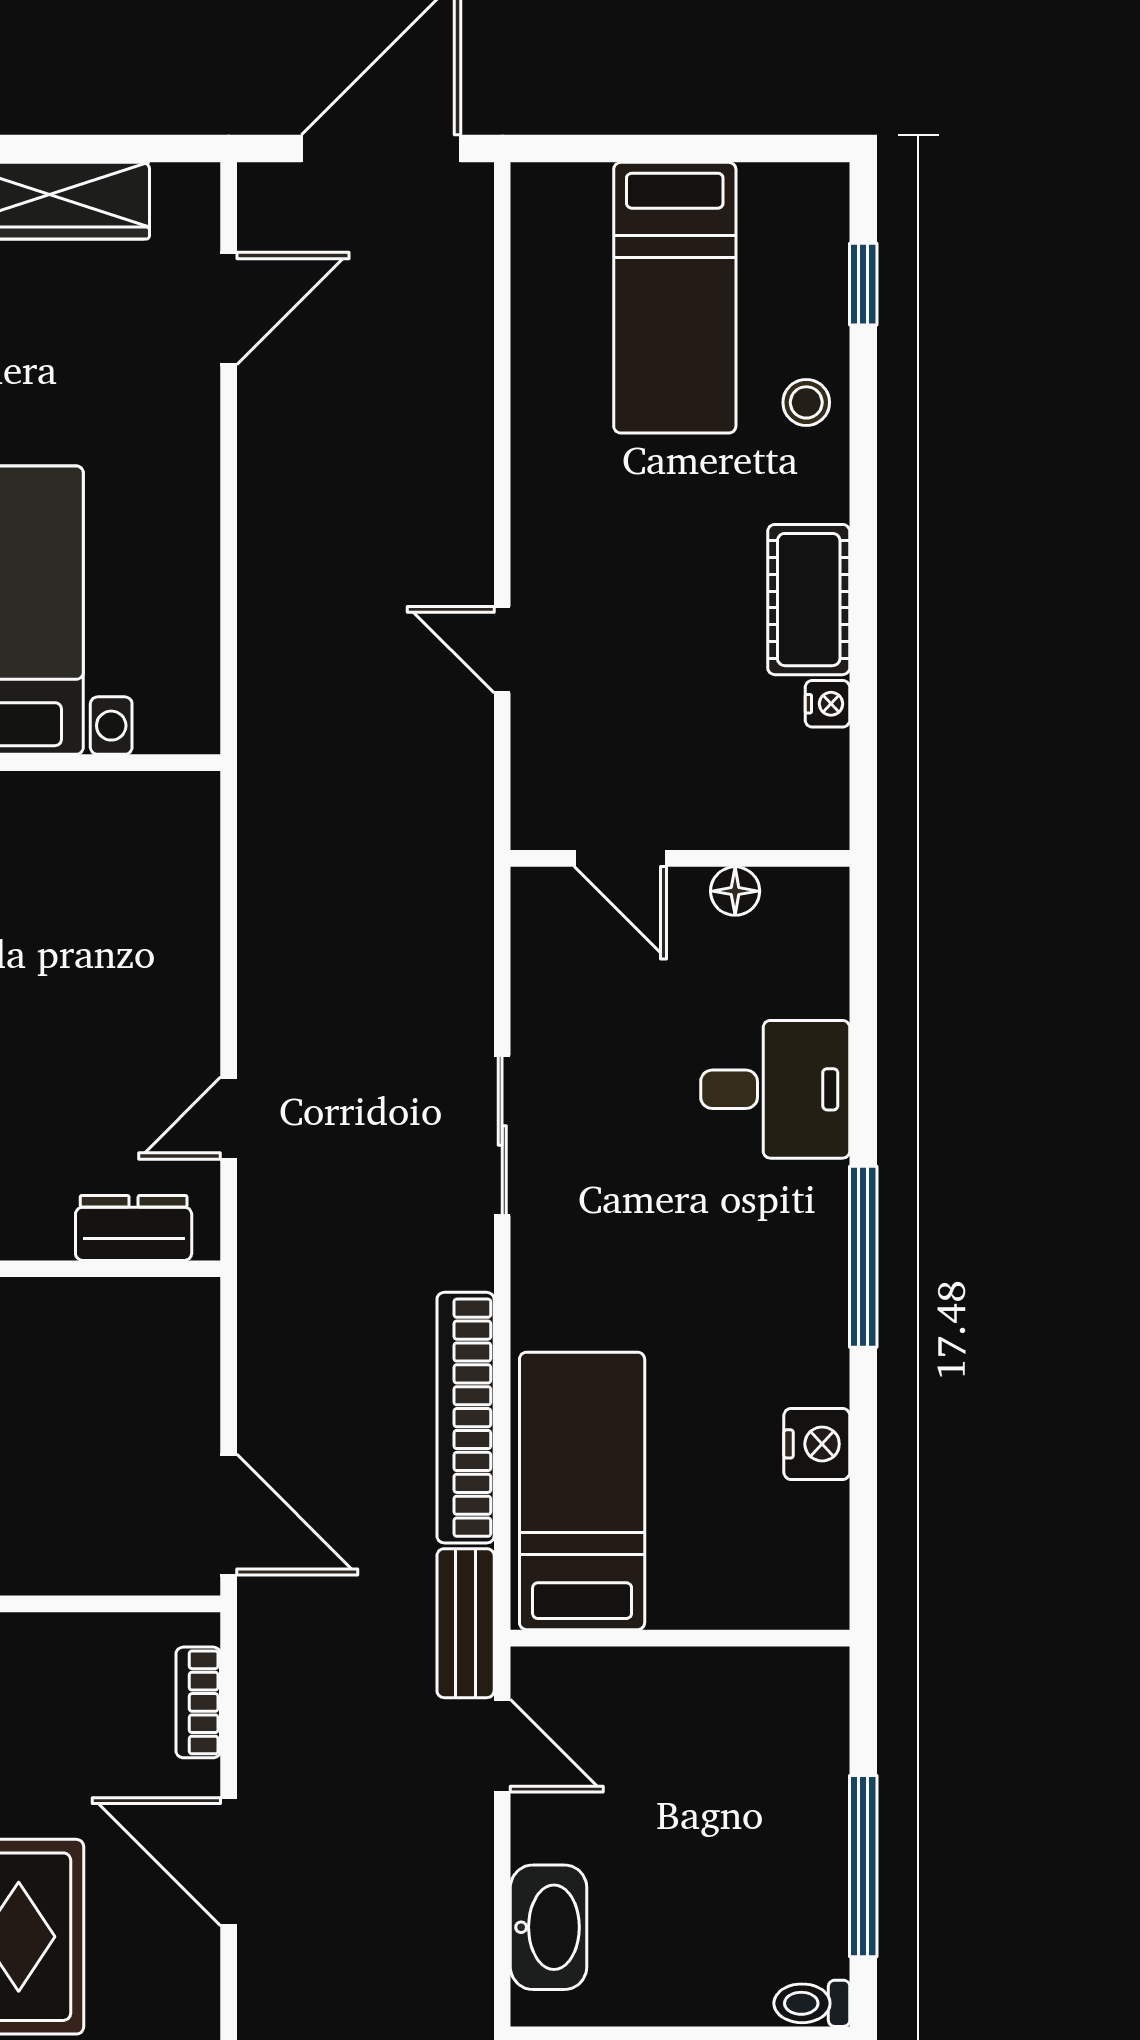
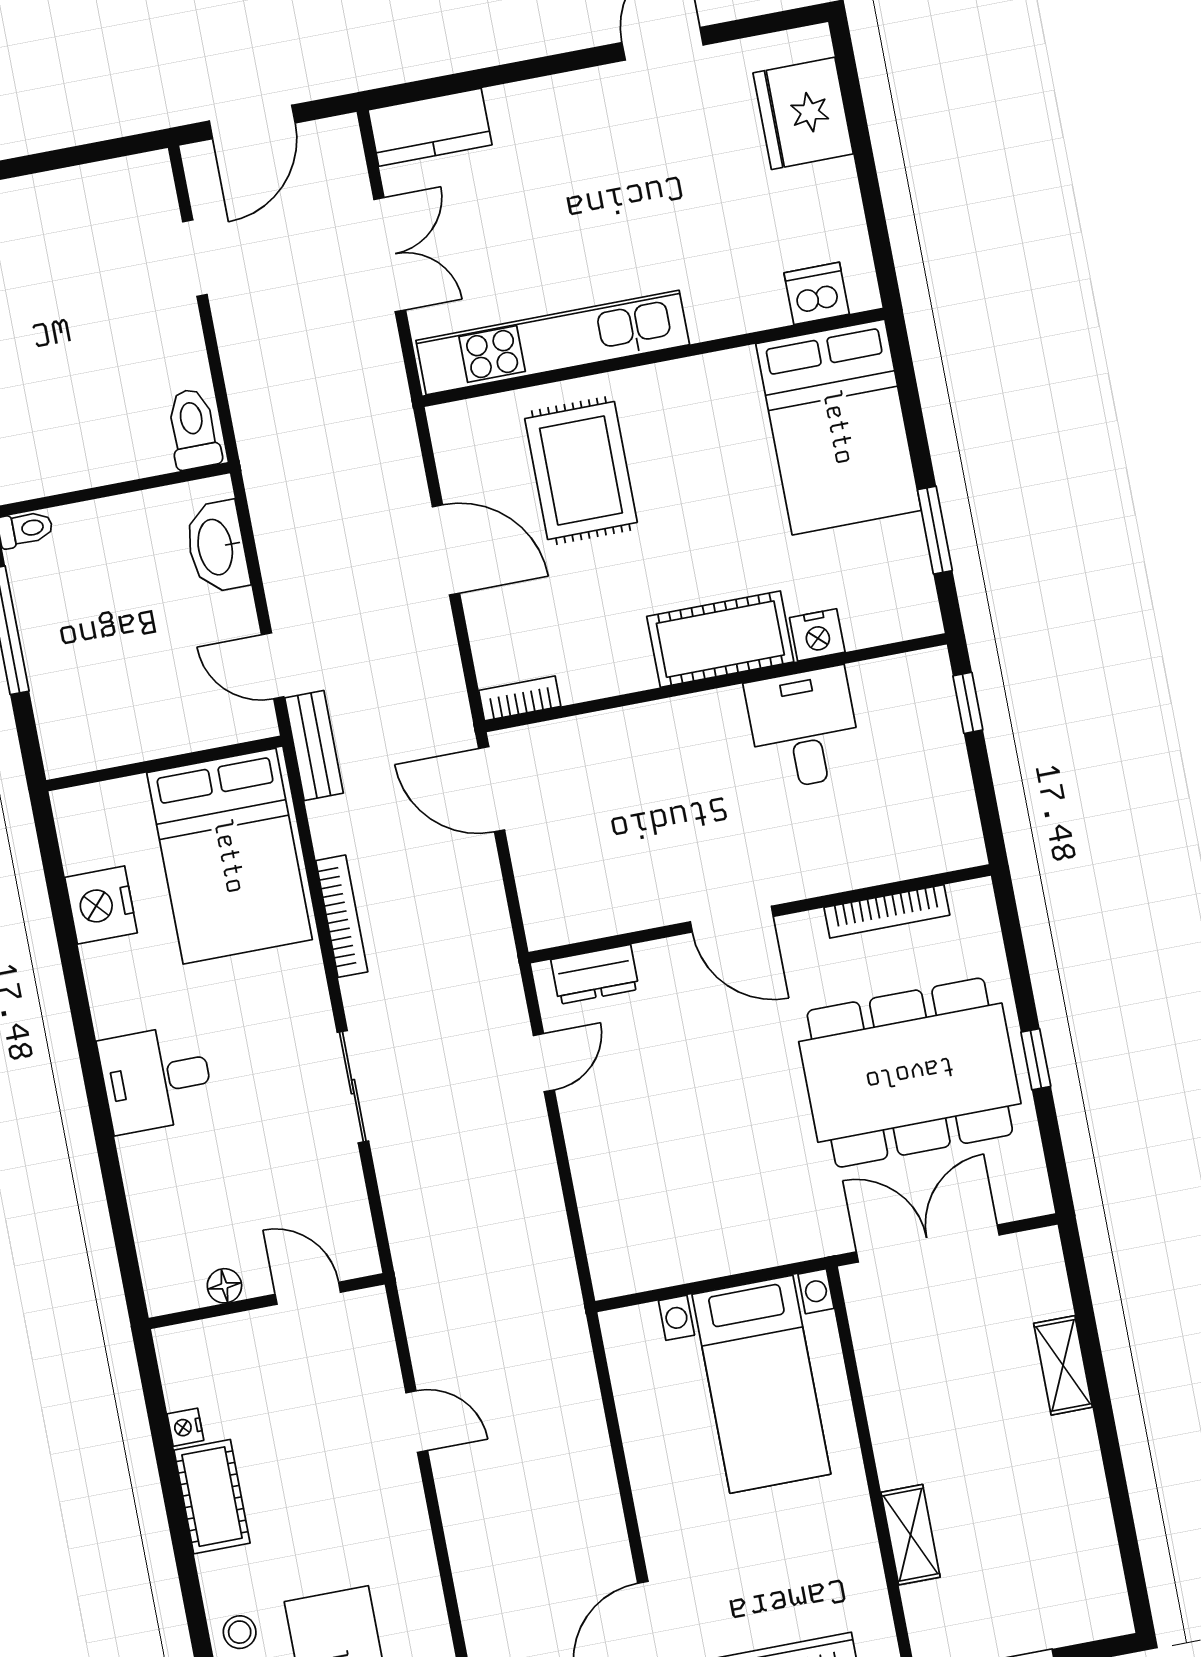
desk: (775, 1089) -> (156, 1079), moved
window: (863, 1257) -> (88, 1051), removed
bookcase: (466, 1418) -> (342, 916), width x0.68, depth x0.76
nightstand: (817, 1444) -> (101, 905), width x1.36, depth x1.33
bed: (582, 1491) -> (229, 856), width x1.50
bookcase: (198, 1702) -> (520, 698), moved, turned -90

